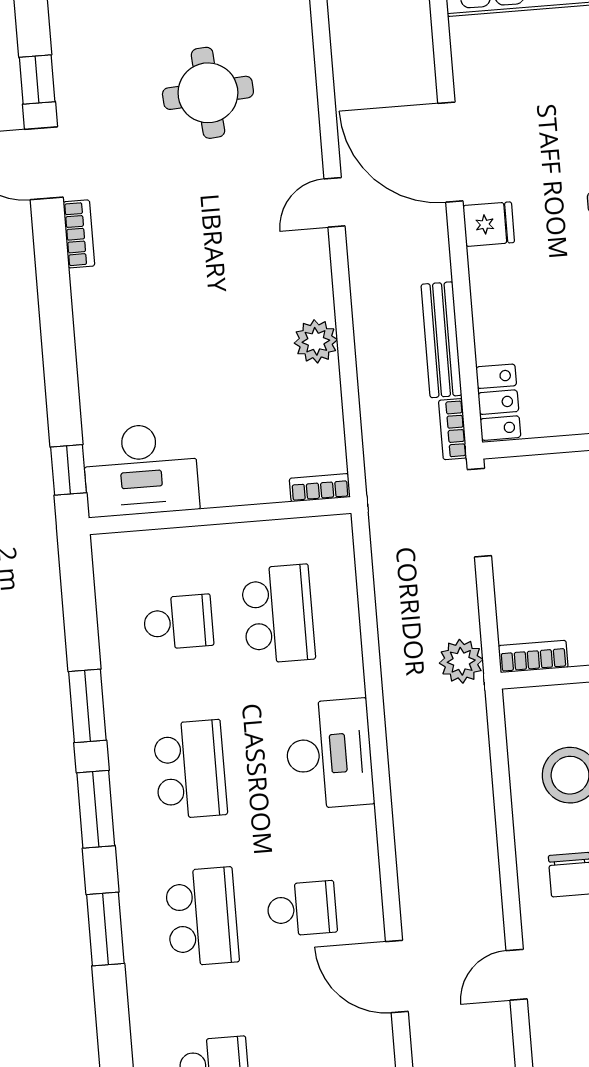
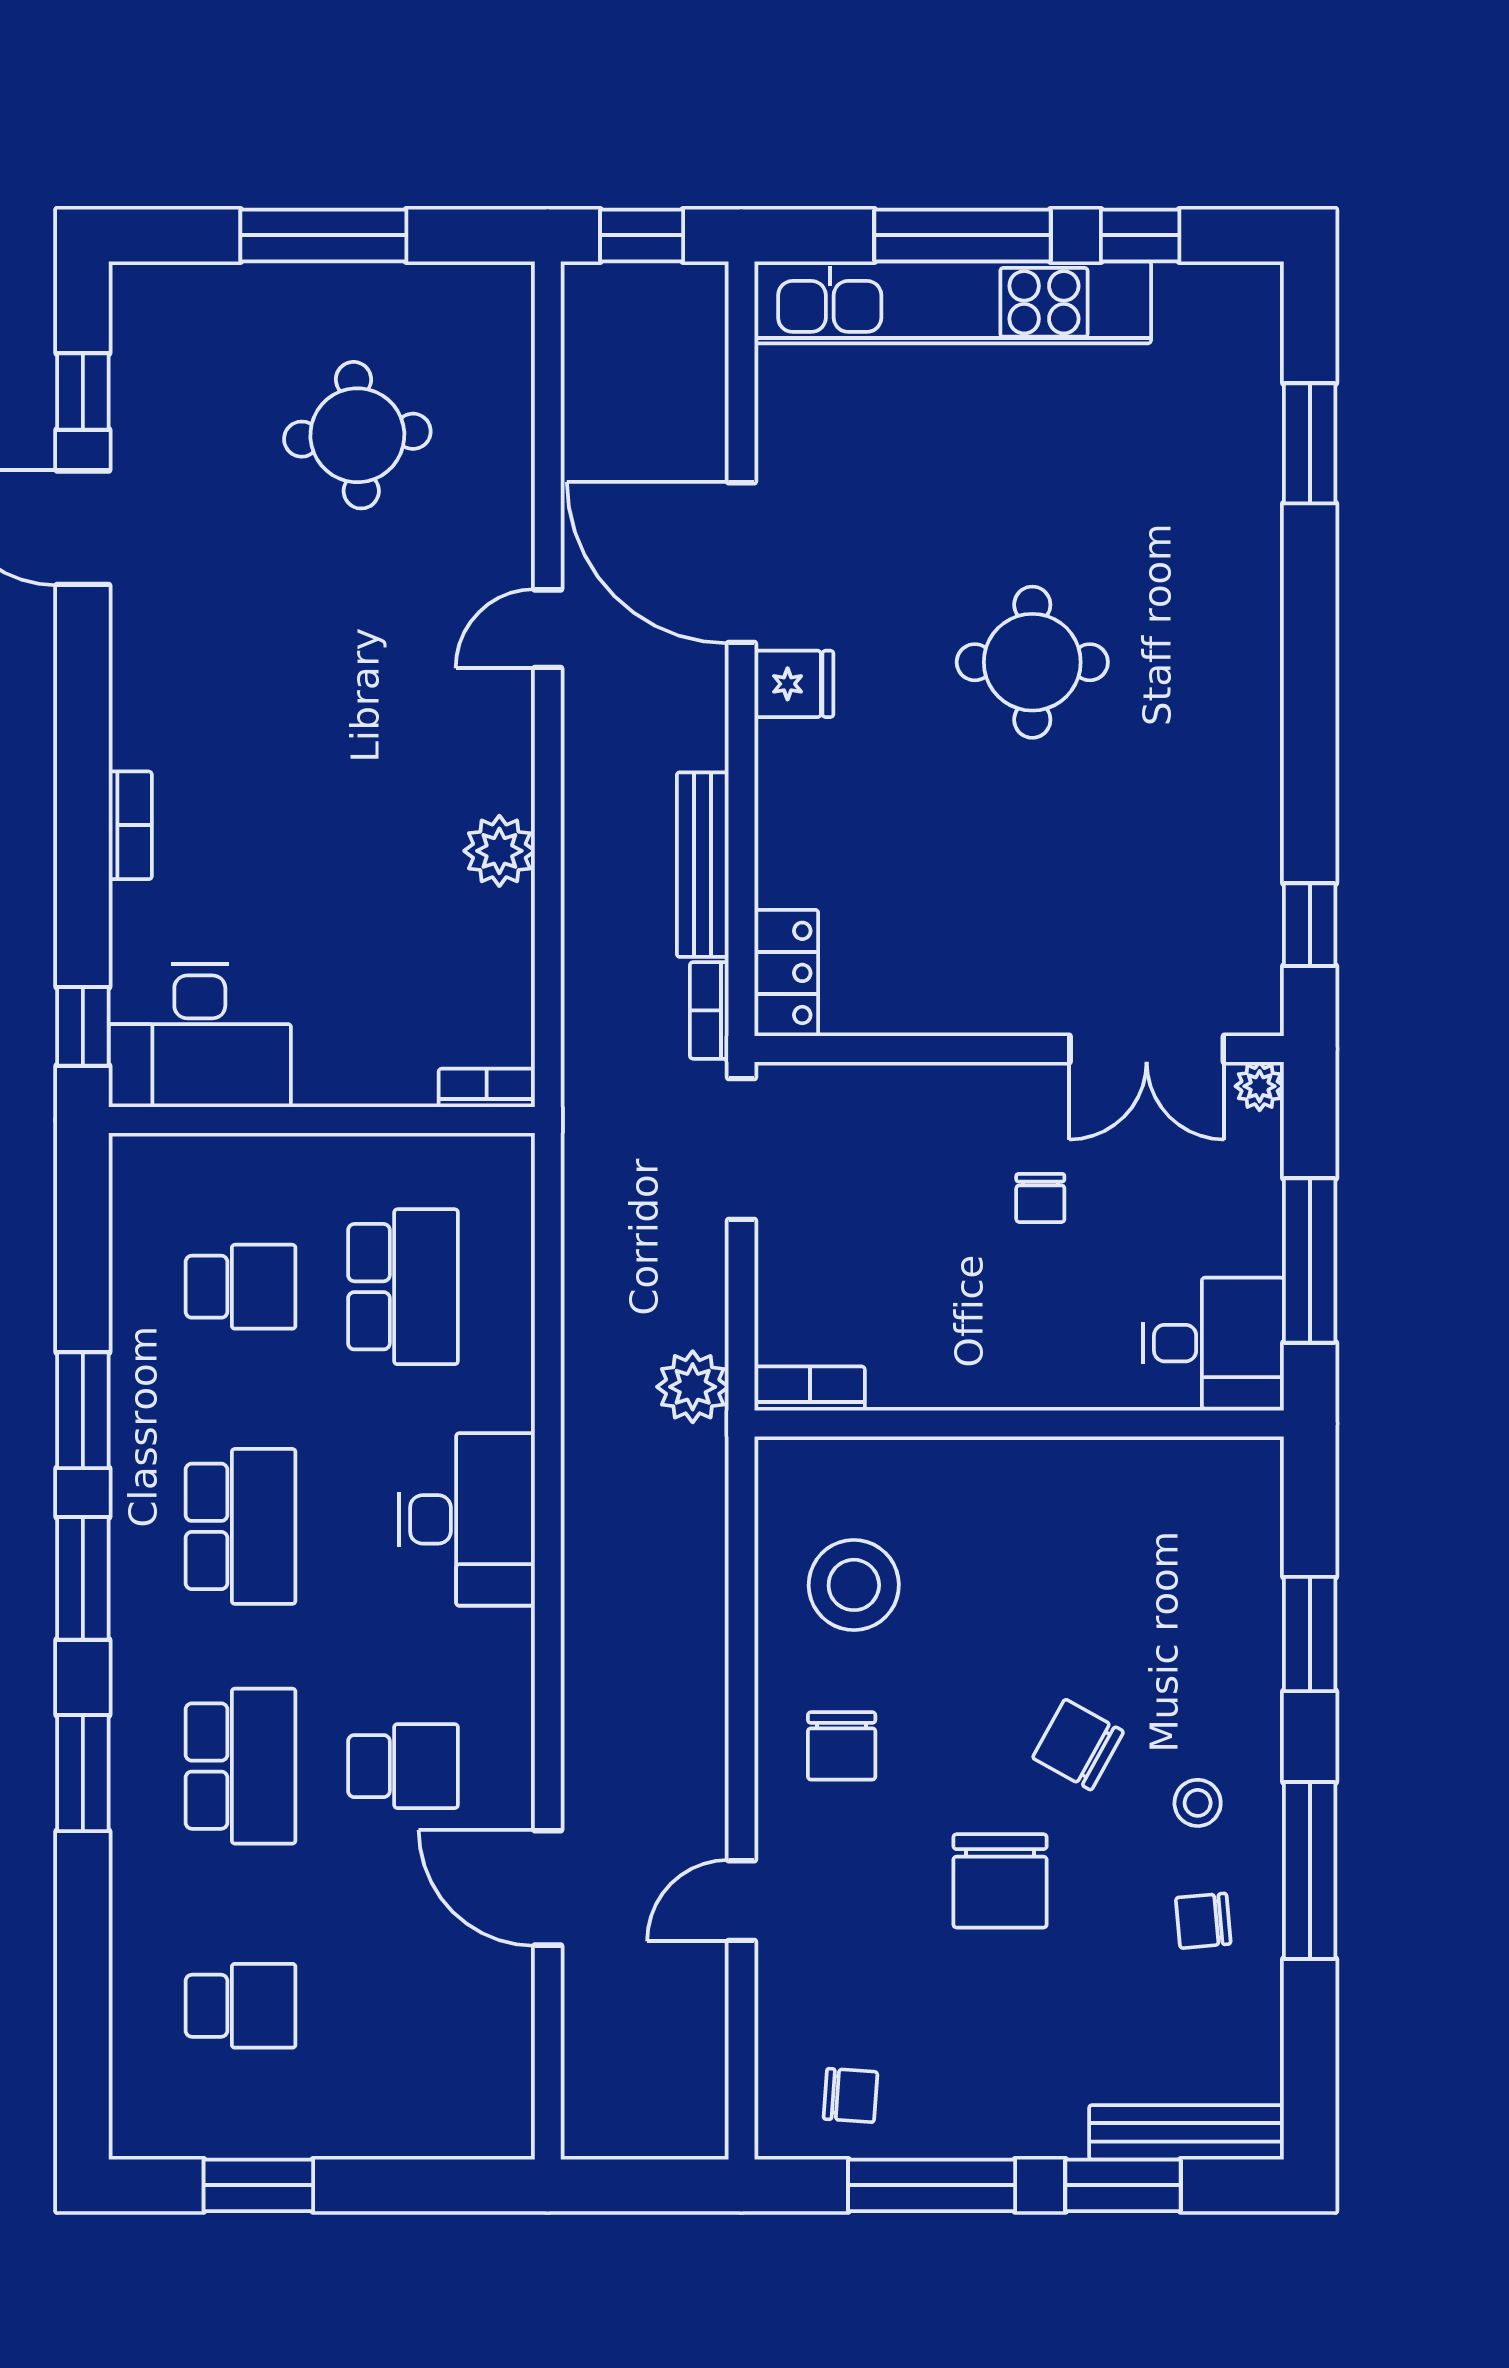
bookcase: (79, 234) -> (130, 825), moved

